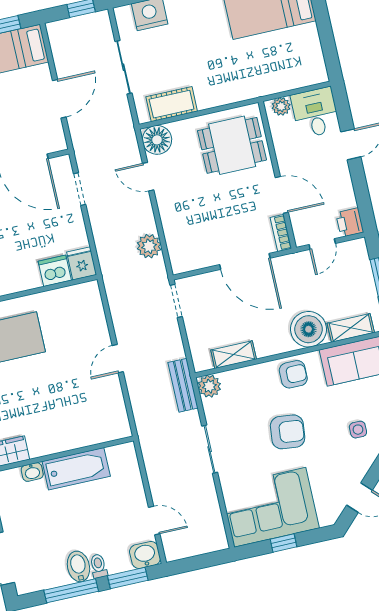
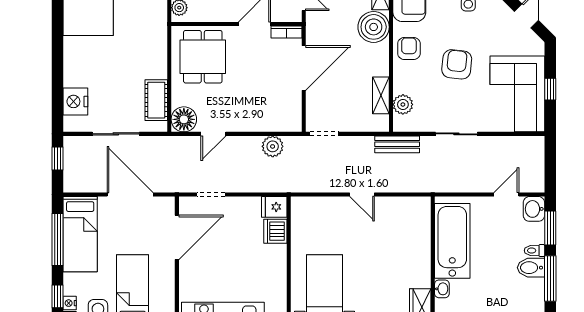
door: (59, 99) -> (130, 195), width x1.36
plant: (209, 386) -> (403, 104), moved
bathtub: (76, 469) -> (452, 241), width x1.36, depth x1.36

